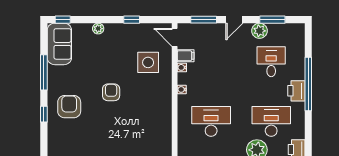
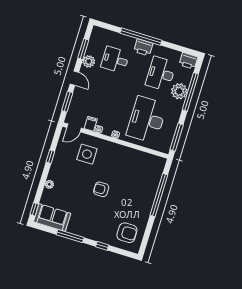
armchair: (69, 107) -> (127, 233), moved, turned 180
desk: (211, 121) -> (147, 120), width x1.36, depth x1.30

